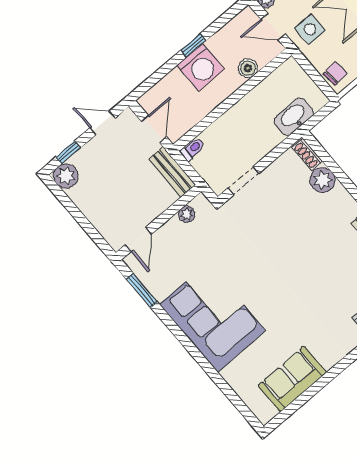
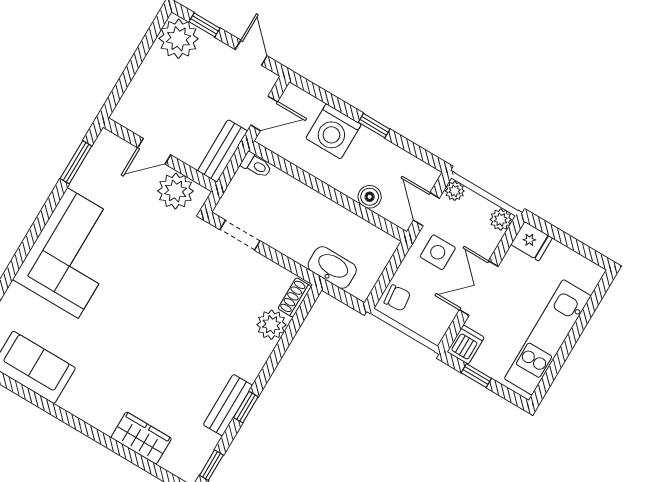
washing machine: (201, 67) -> (334, 131), moved
plant: (66, 176) -> (179, 39), width x1.36, depth x1.36
plant: (187, 214) -> (176, 191), width x1.88, depth x1.88
door: (138, 239) -> (154, 151), moved

